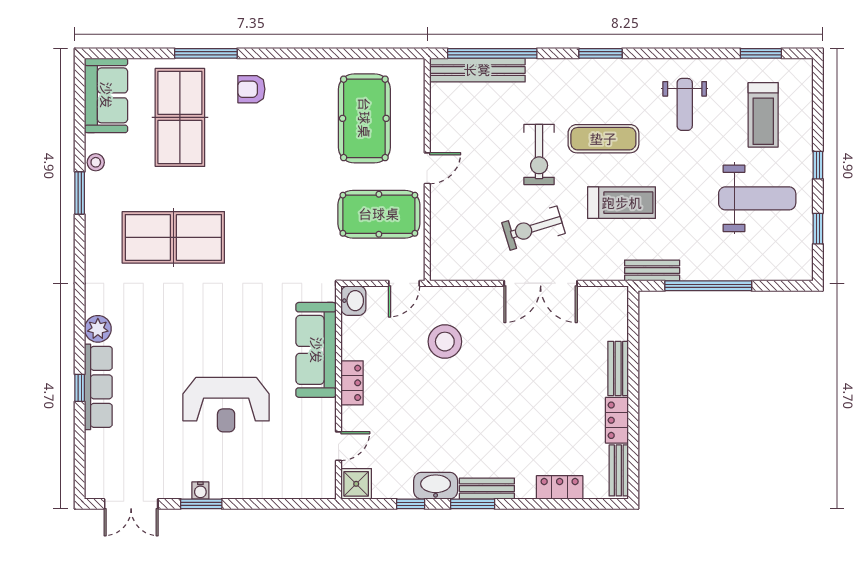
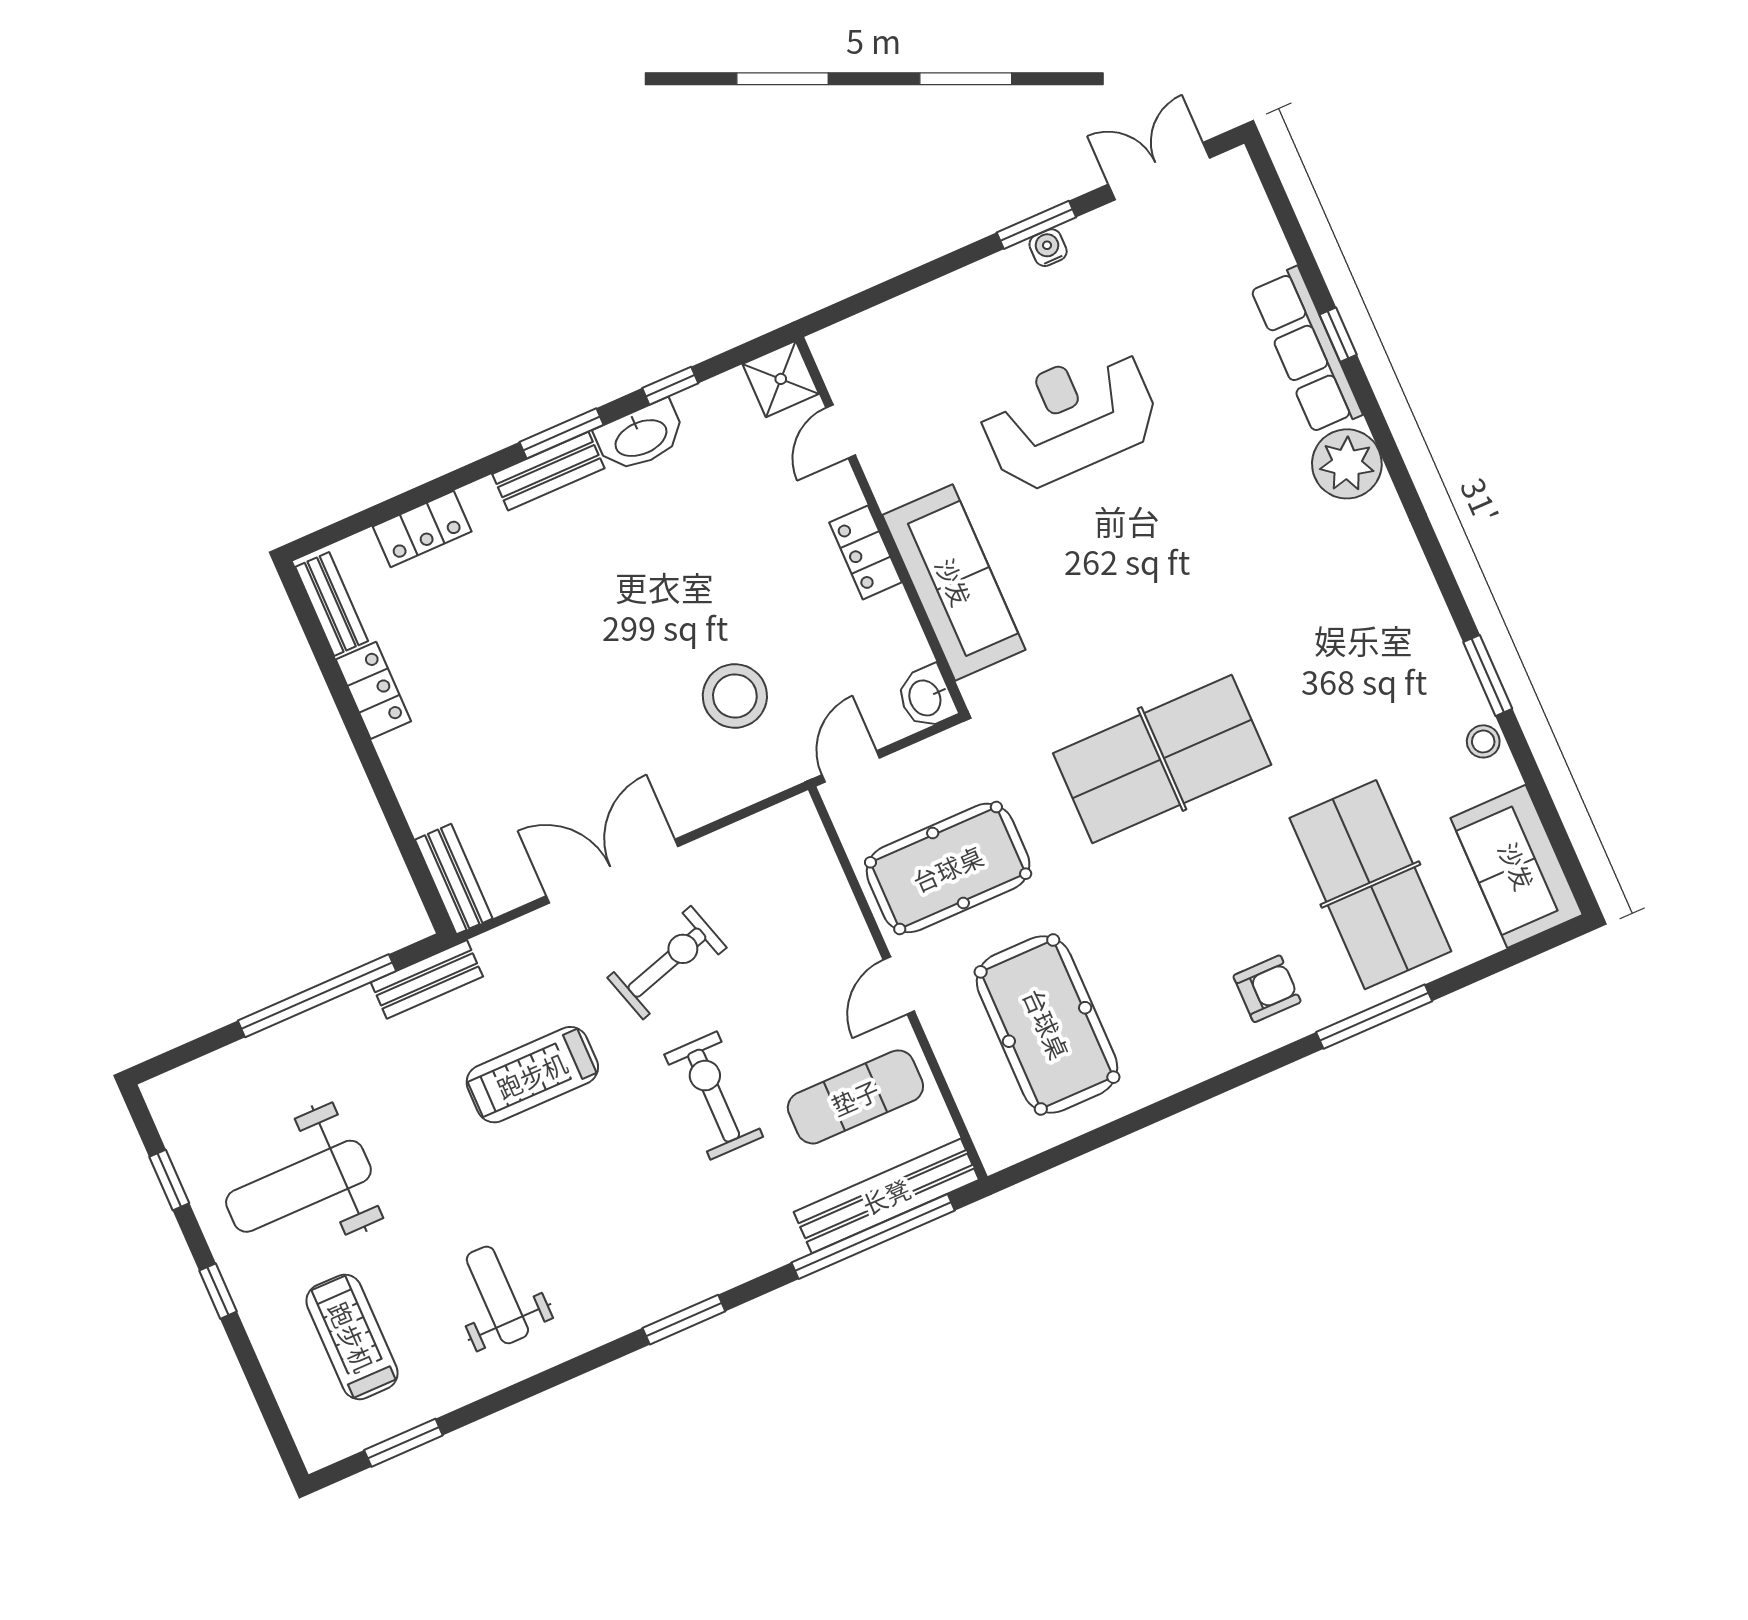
exercise mat: (603, 139) -> (855, 1097), moved
table tennis table: (173, 237) -> (1162, 759), moved
plant: (98, 329) -> (1347, 464), width x1.36, depth x1.36
bench: (618, 368) -> (454, 879), moved

